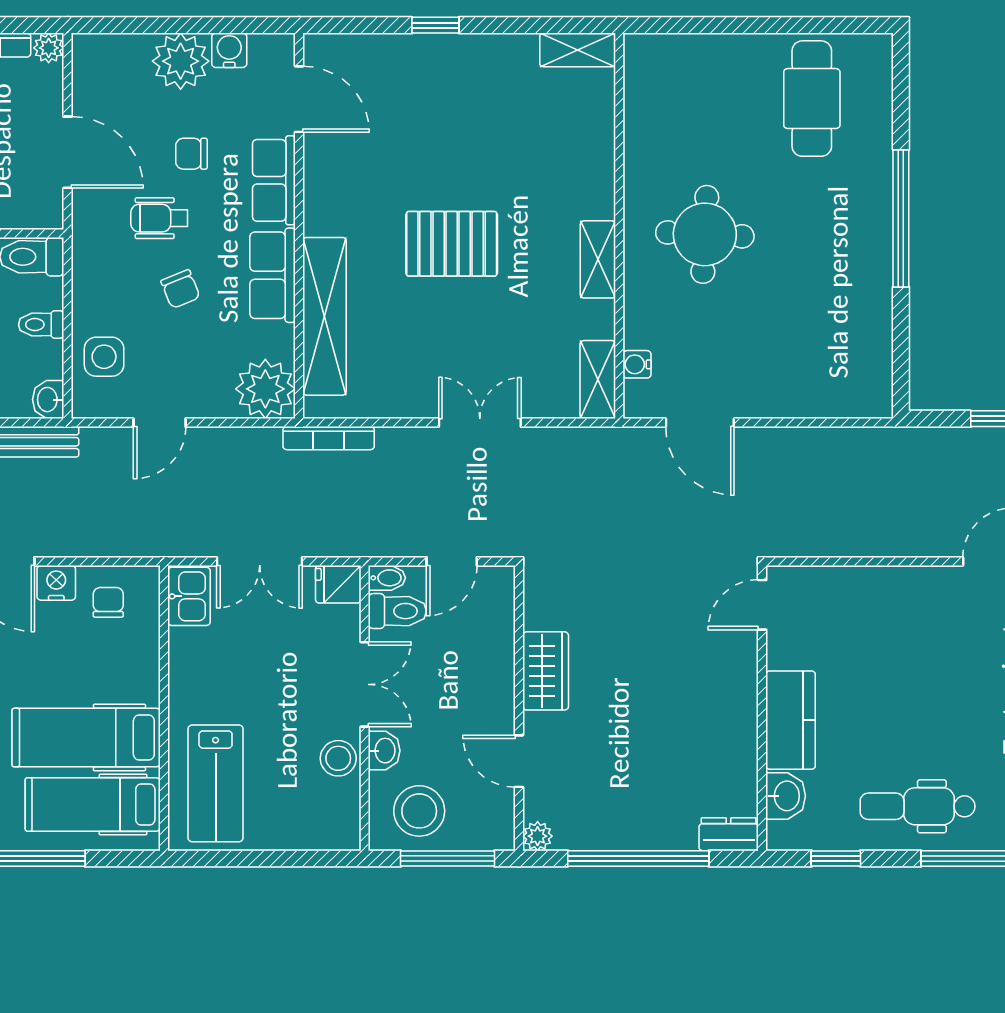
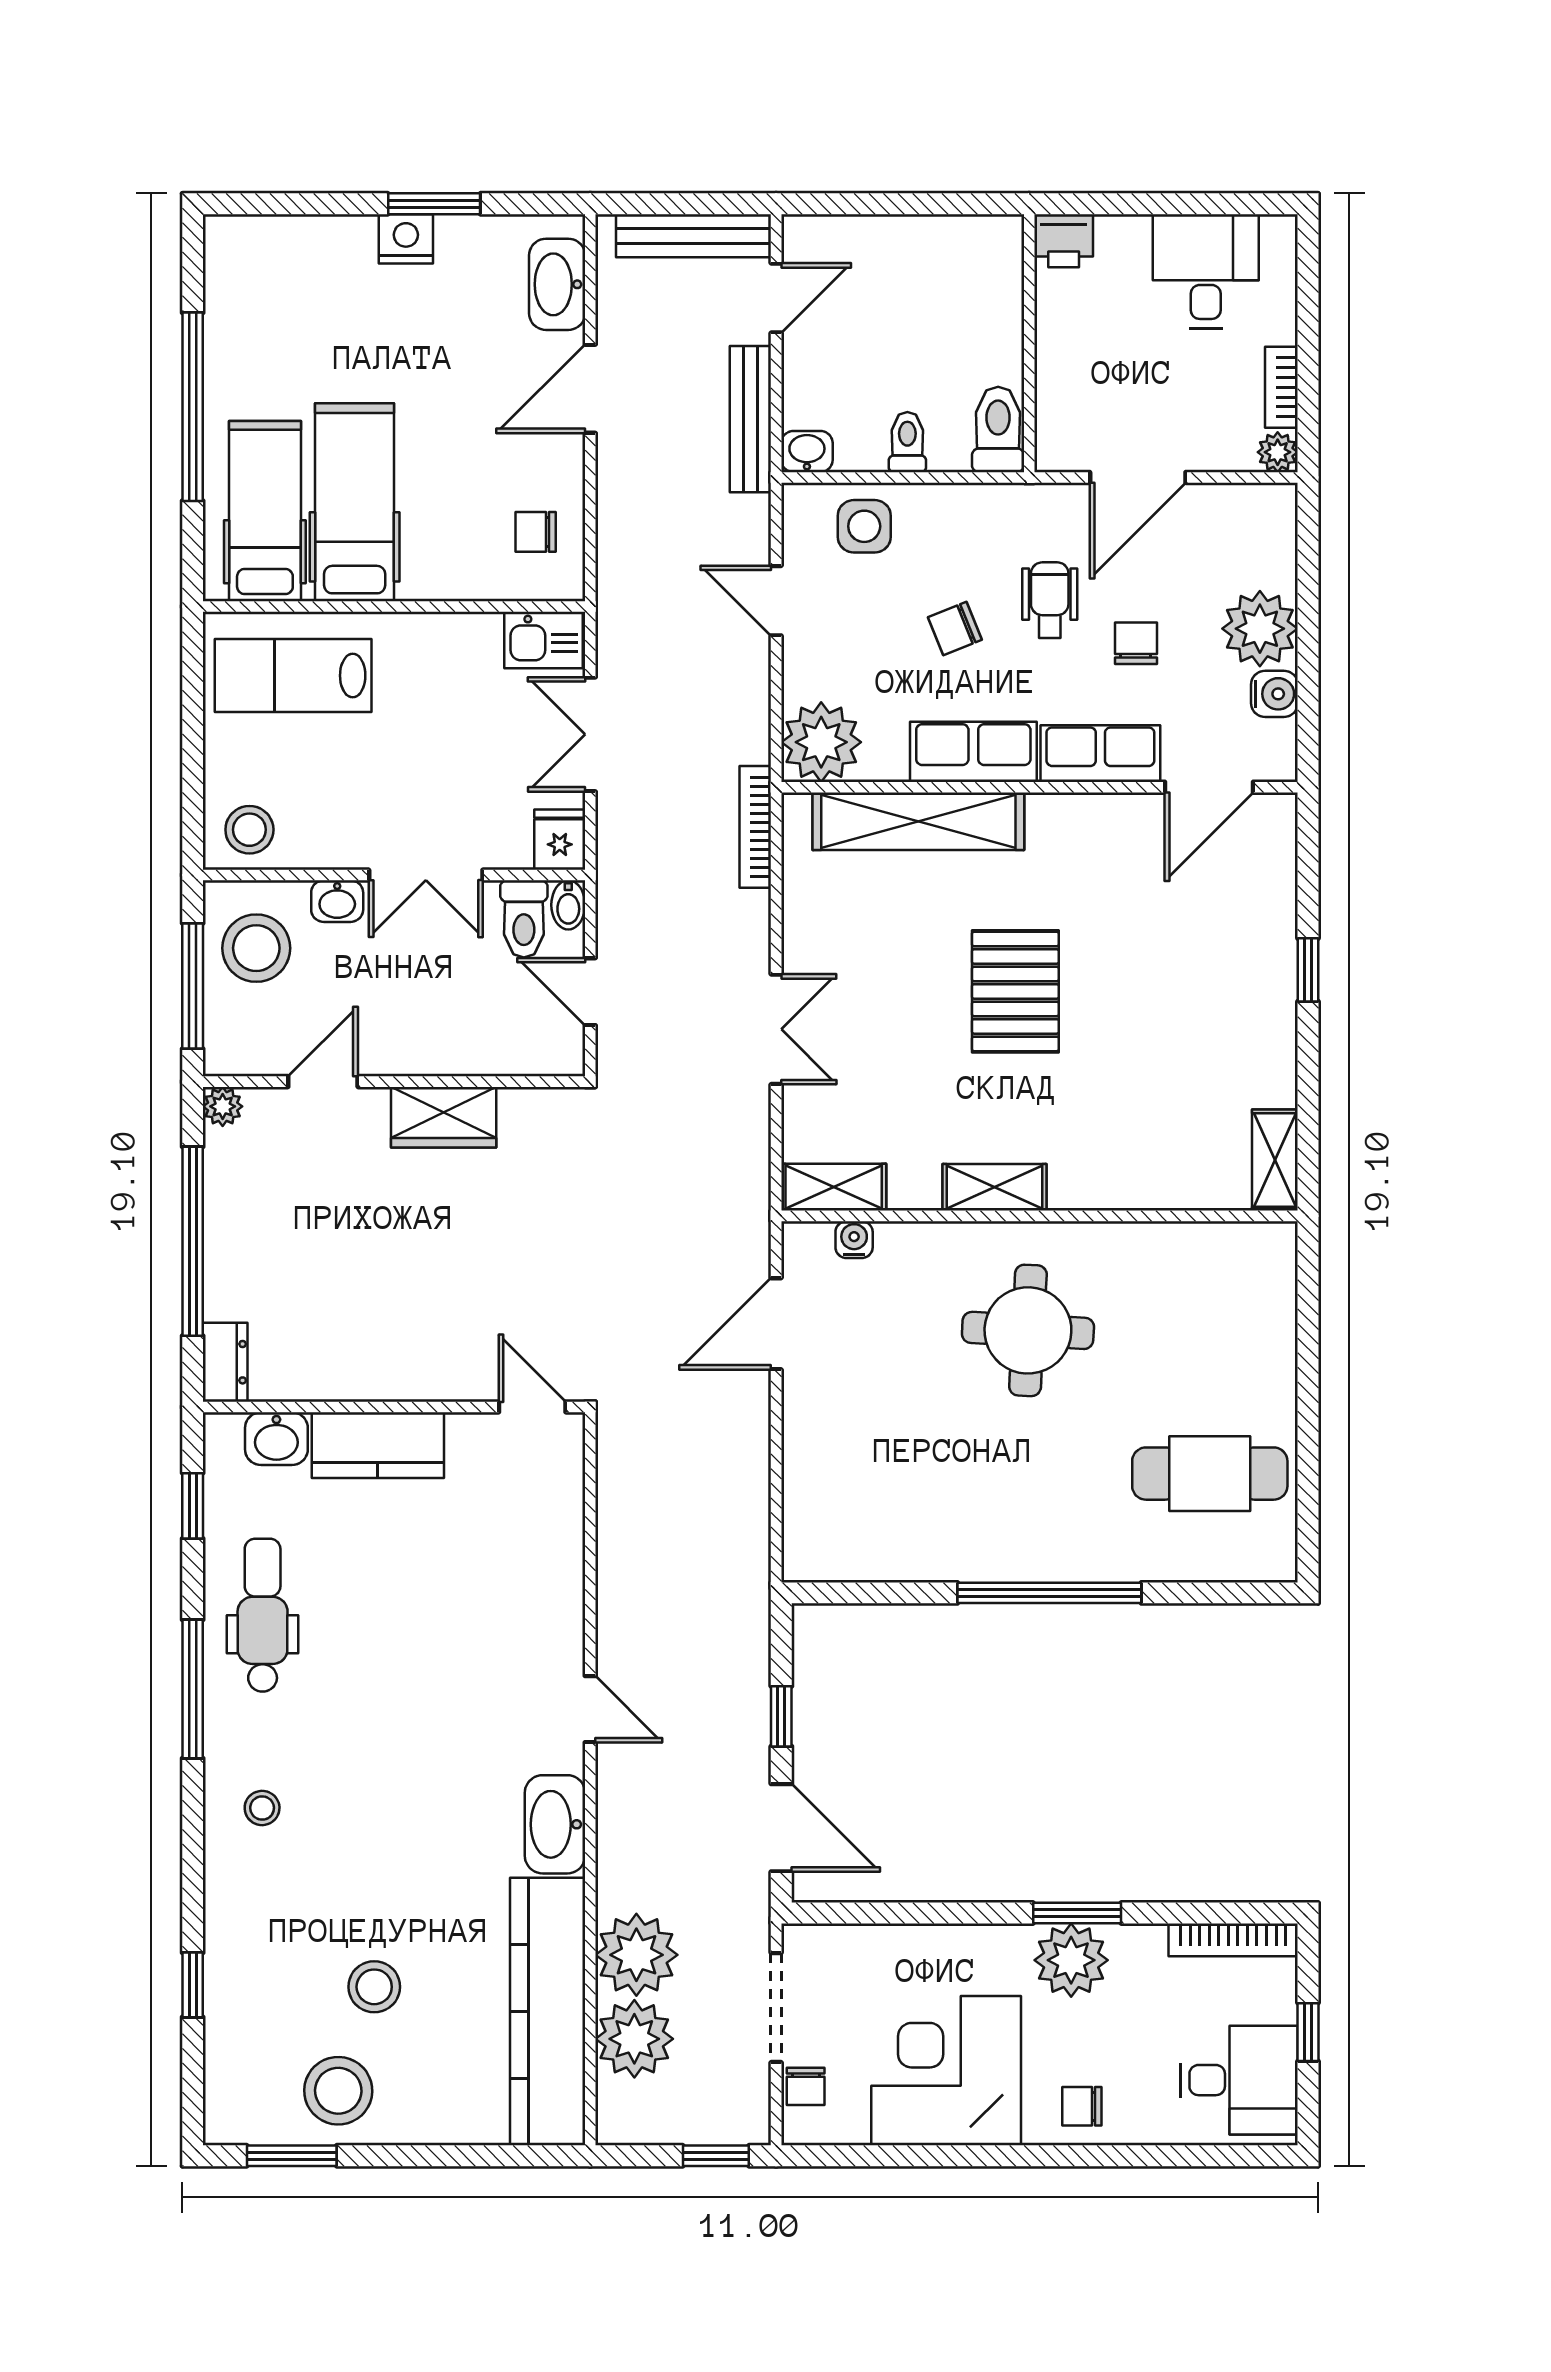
nightstand: (56, 583) -> (562, 462), removed
chair: (108, 602) -> (536, 532), turned 180
stool: (338, 758) -> (249, 830), moved

